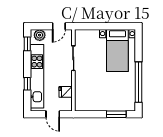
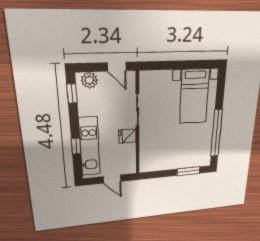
door: (59, 26) -> (117, 67), hinge flipped
kitchen unit: (37, 76) -> (90, 146), width x0.73
fridge: (66, 92) -> (127, 136), moved

